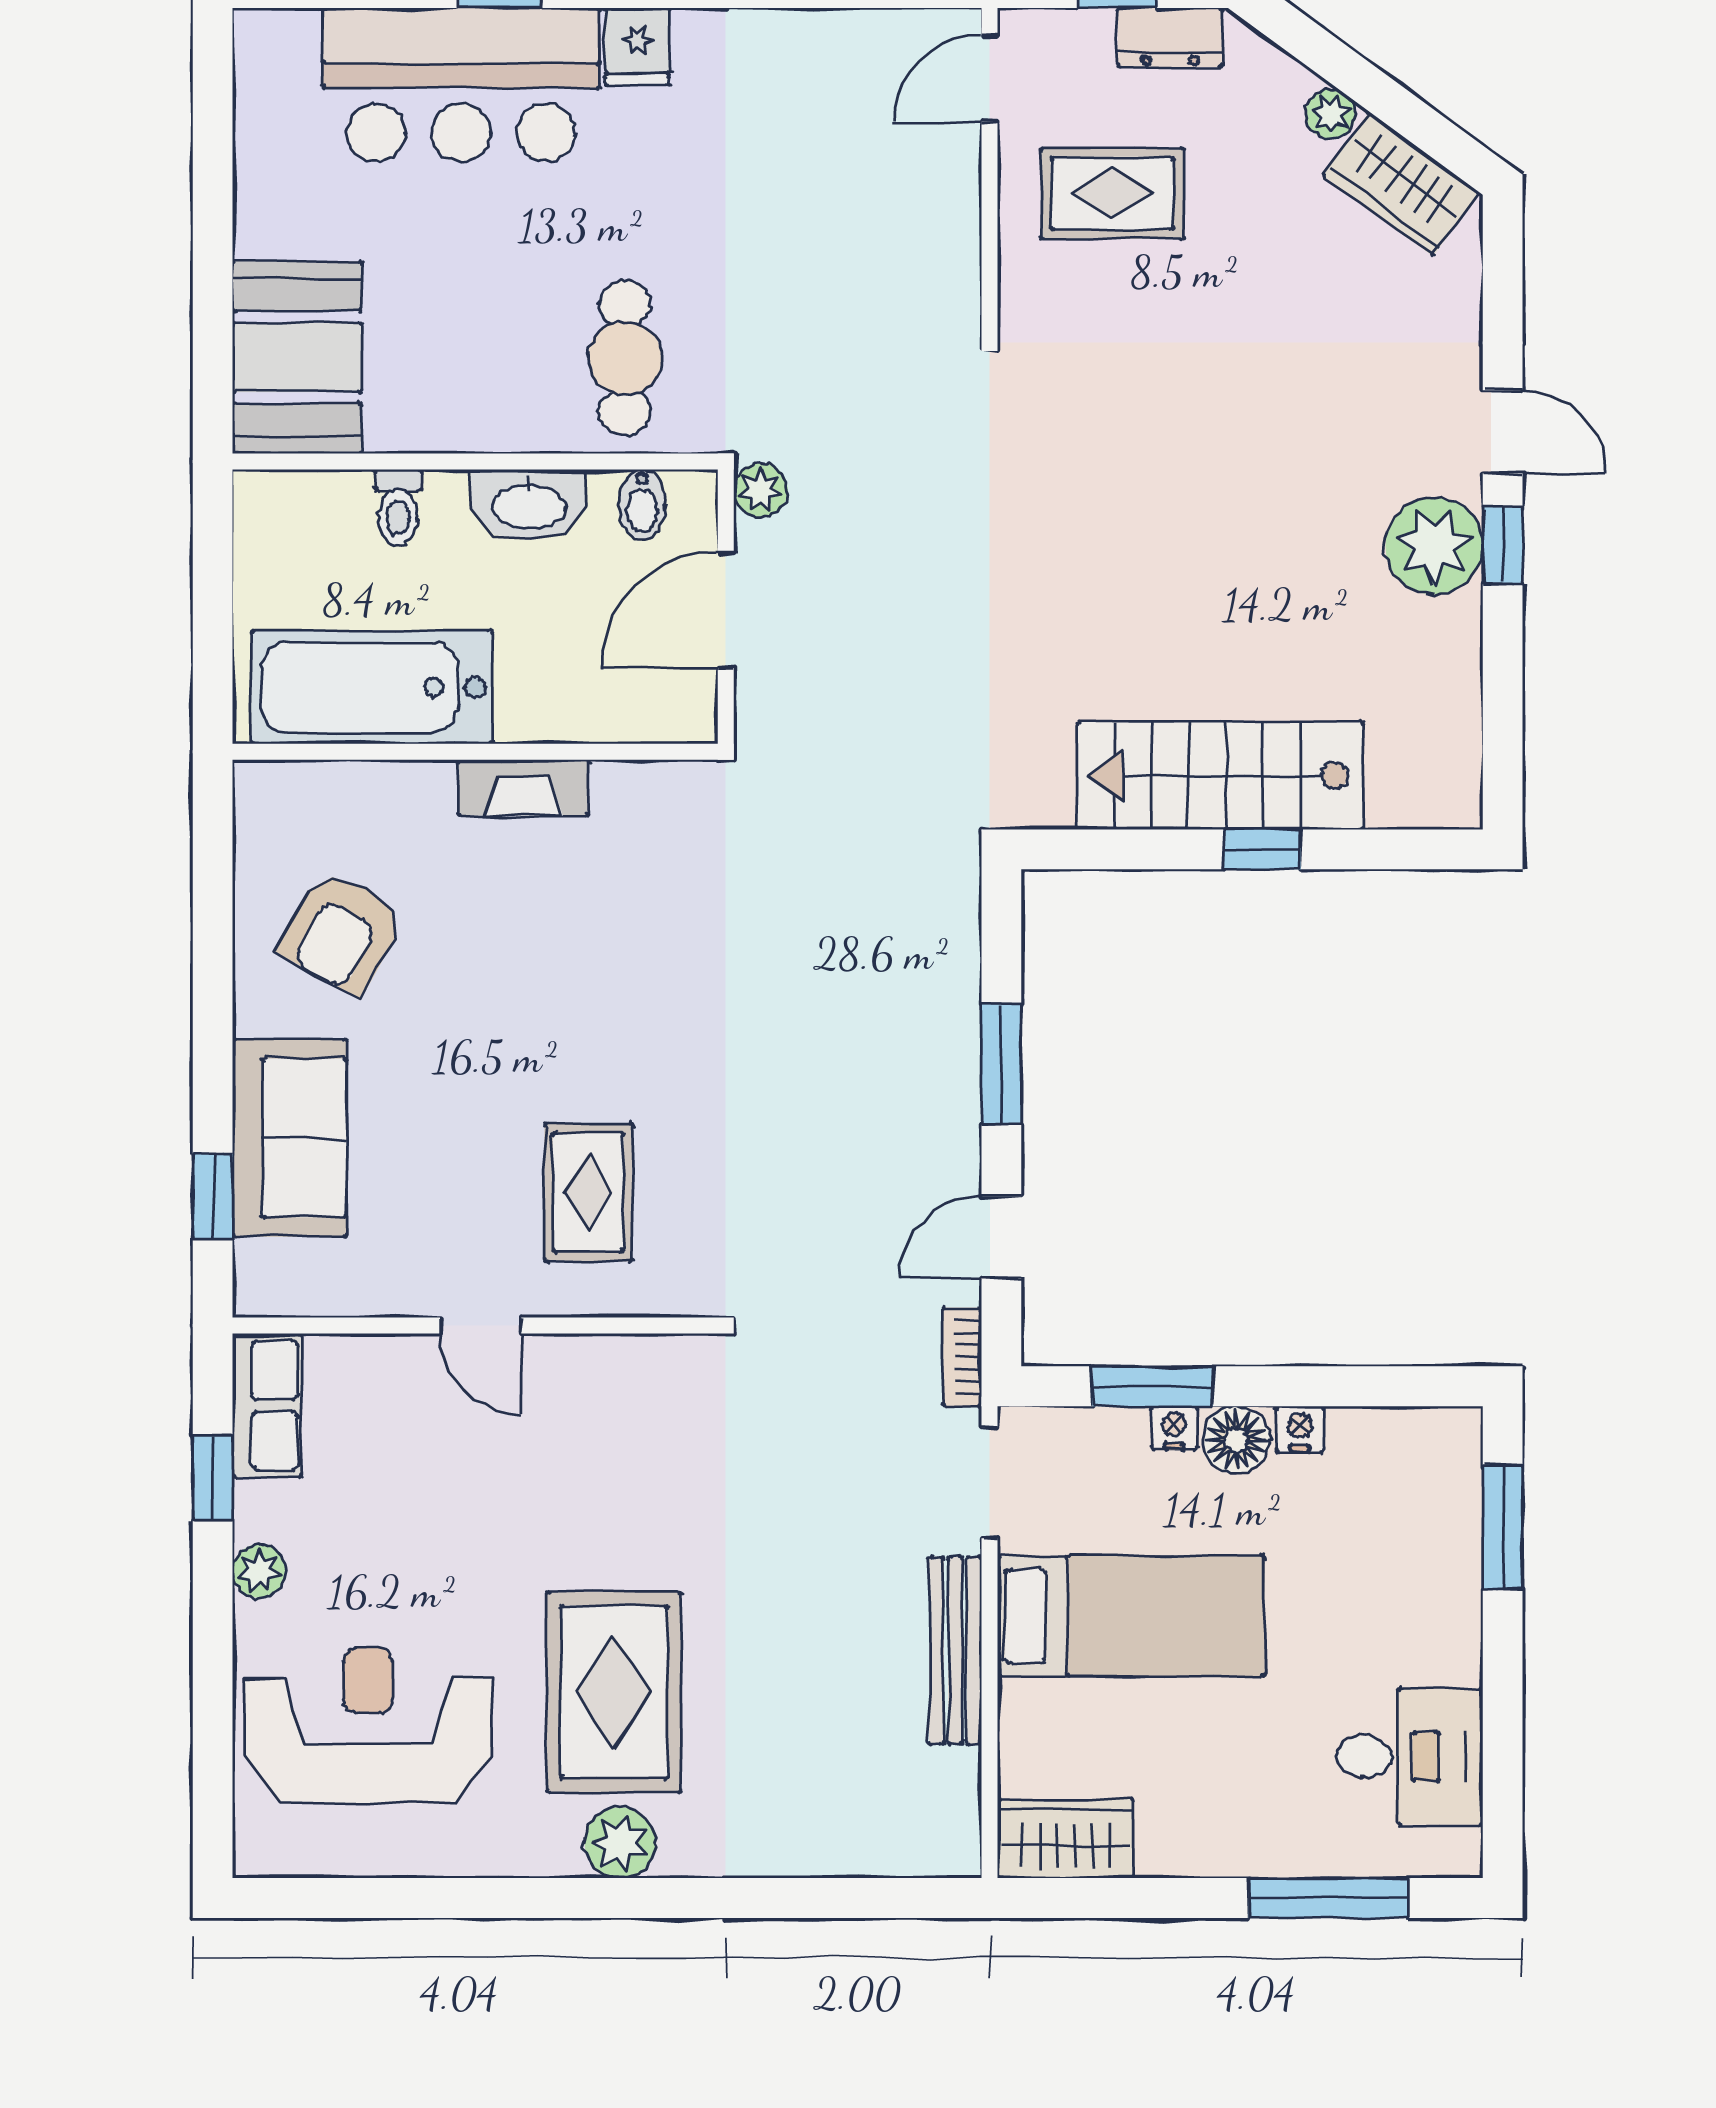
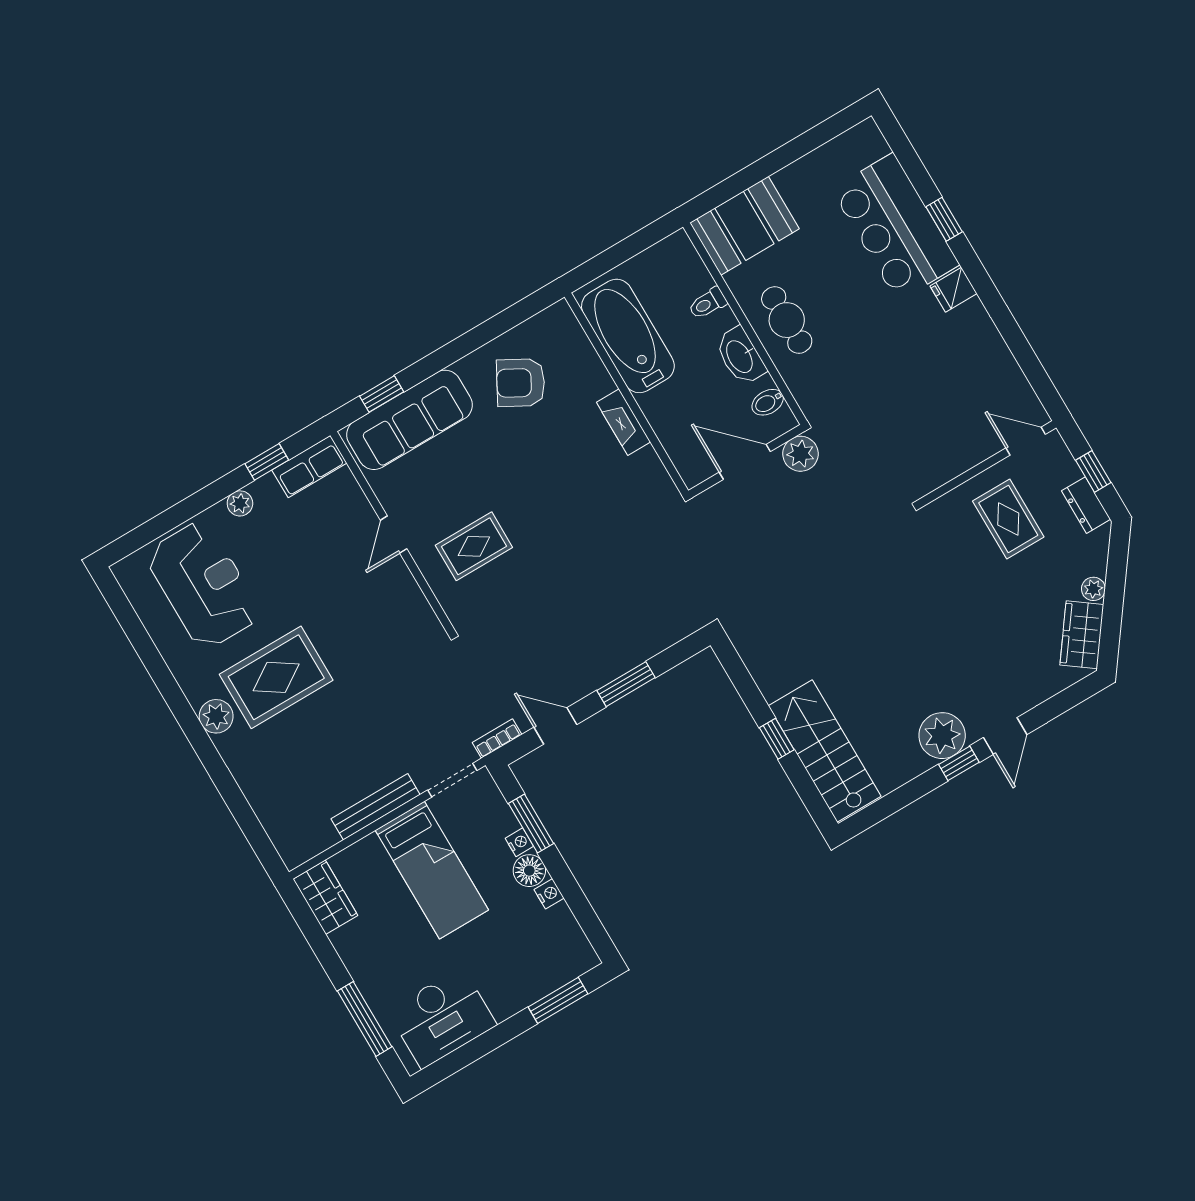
cafe table: (625, 358) -> (787, 320), moved, turned 90
plant: (761, 490) -> (801, 454), width x1.38, depth x1.38
stairs: (1220, 776) -> (825, 751), moved
sofa: (290, 1138) -> (409, 420), width x1.36
desk: (1410, 1757) -> (442, 1018), width x1.37

